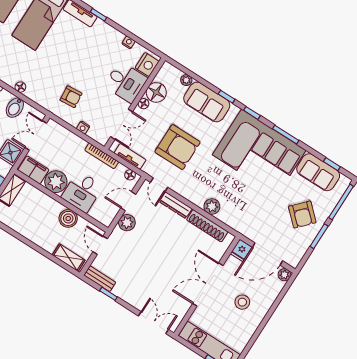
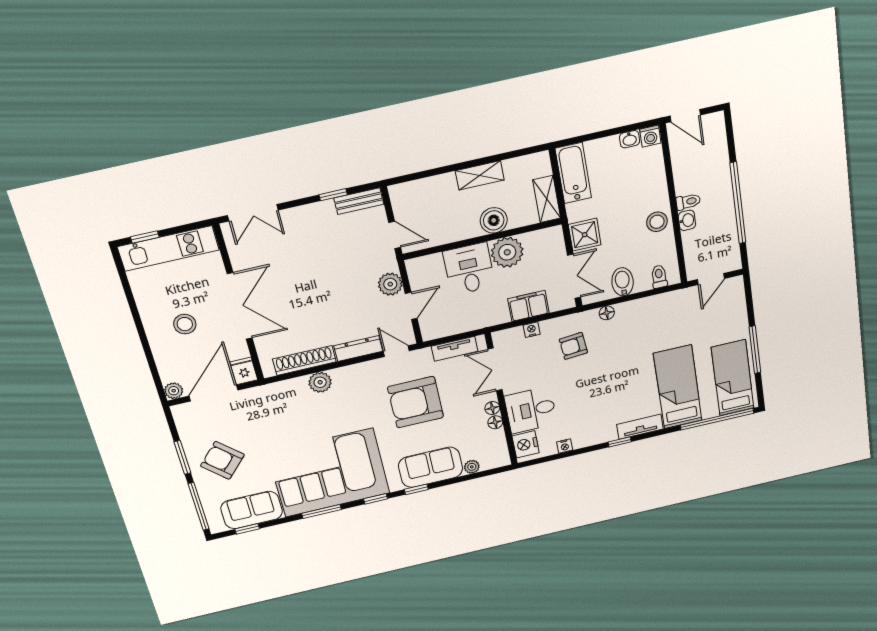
floor lamp: (20, 87) -> (607, 313), moved
floor lamp: (156, 92) -> (495, 422), width x0.53, depth x0.53
bookcase: (102, 156) -> (485, 322), removed
filing cabinet: (33, 170) -> (528, 306), moved, turned 180
floor lamp: (130, 175) -> (436, 332), removed
boiler: (68, 218) -> (494, 220), moved
shelving: (69, 258) -> (480, 175), moved

